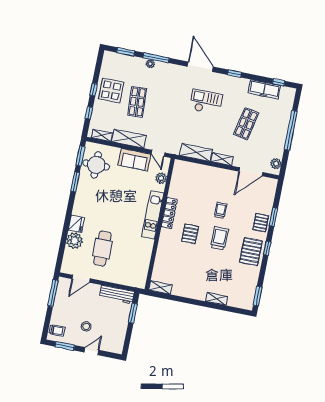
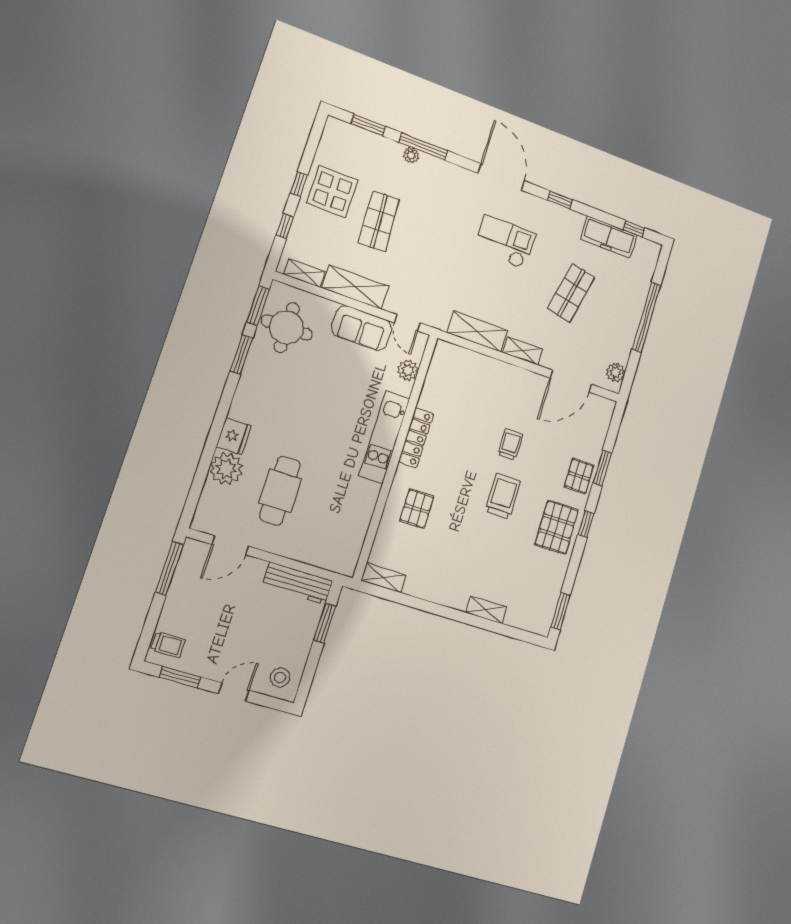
pallet: (190, 234) -> (417, 509), moved
stool: (86, 326) -> (280, 677), moved

